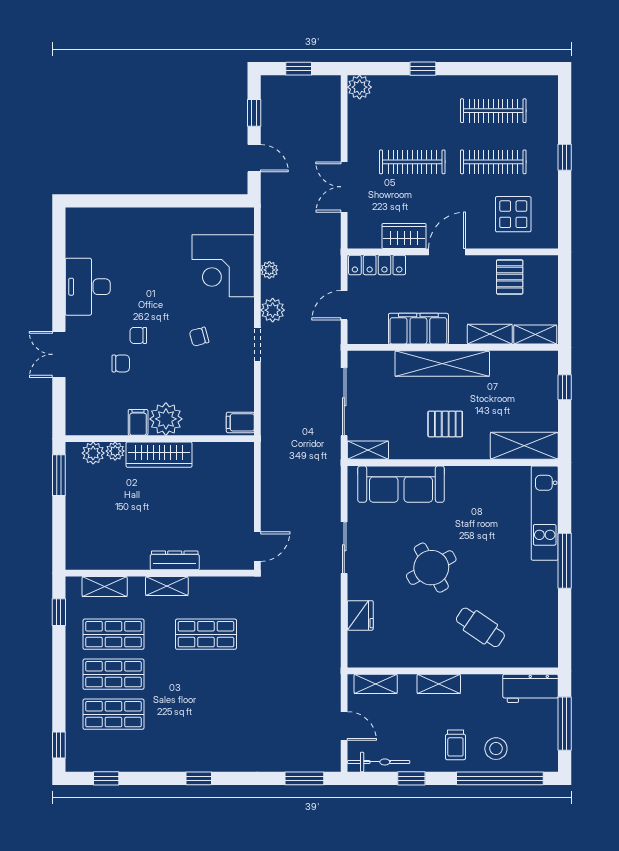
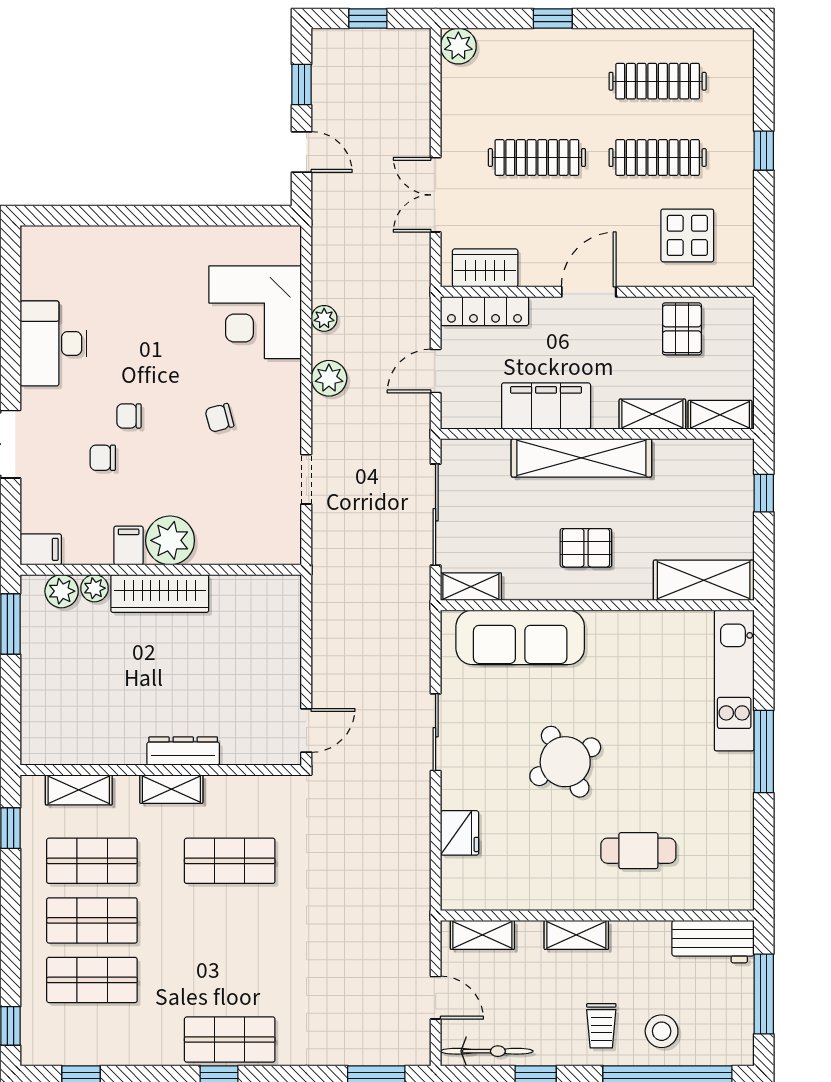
wardrobe: (404, 236) -> (485, 268), moved
doorway: (257, 345) -> (306, 479), moved
chair: (121, 363) -> (103, 458), turned 180
filing cabinet: (240, 422) -> (41, 549), moved, turned 180
cafe table: (480, 627) -> (638, 851), turned -34
shop shelf: (206, 754) -> (230, 1040), added

